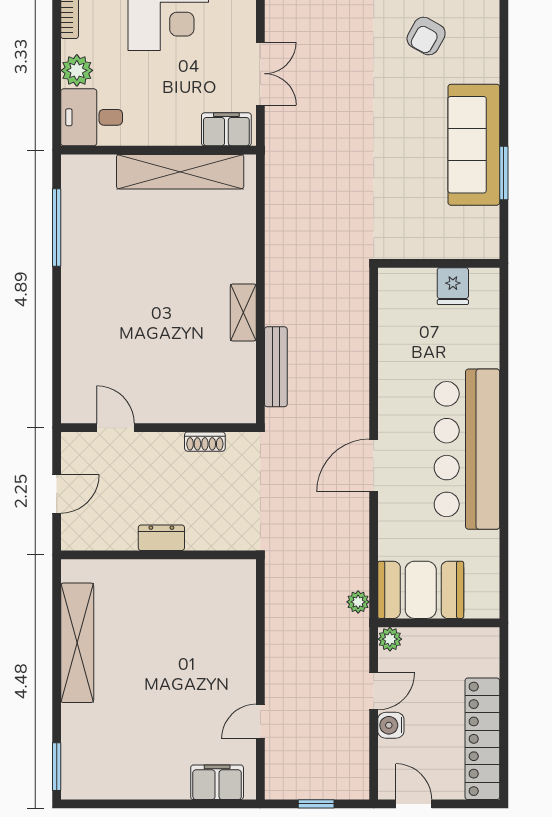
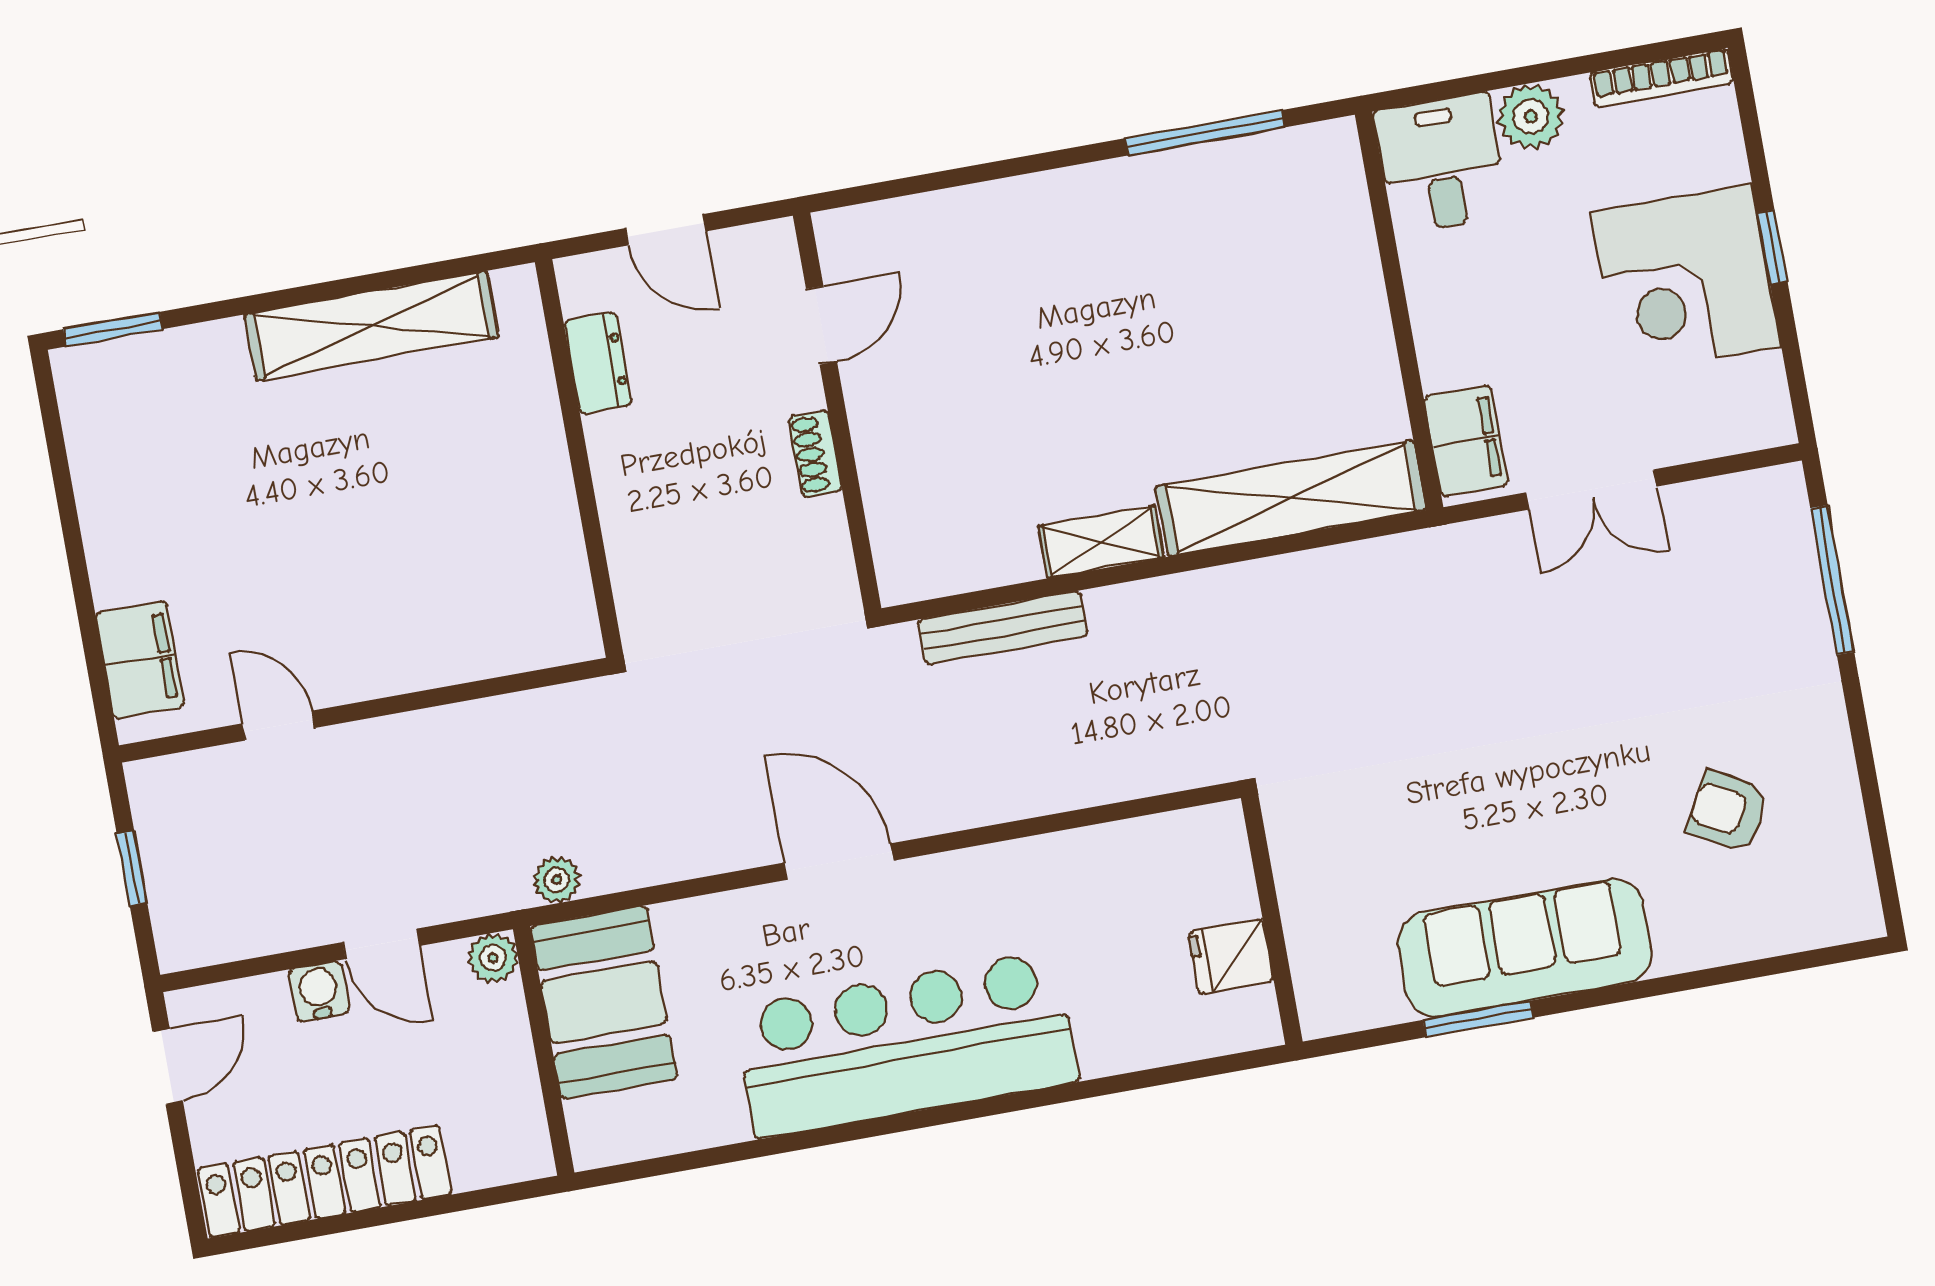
shelving: (180, 172) -> (1291, 498), moved, turned 90
shoe rack: (205, 442) -> (815, 454), moved
dresser: (161, 538) -> (598, 363), moved

